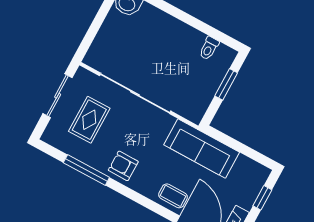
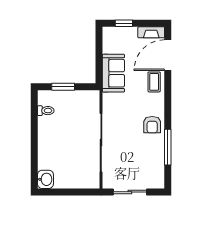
rug: (89, 120) -> (134, 163), removed
sofa: (202, 149) -> (113, 73), width x0.73

